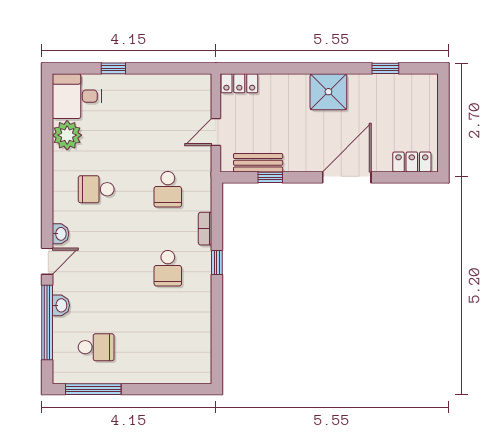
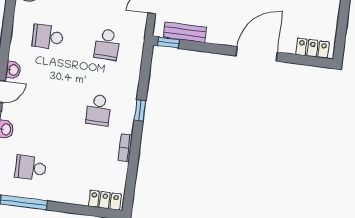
window: (270, 177) -> (168, 42), moved
bookcase: (205, 229) -> (125, 148), moved
school desk: (96, 347) -> (31, 168), turned 180
locker: (189, 374) -> (105, 200), added

